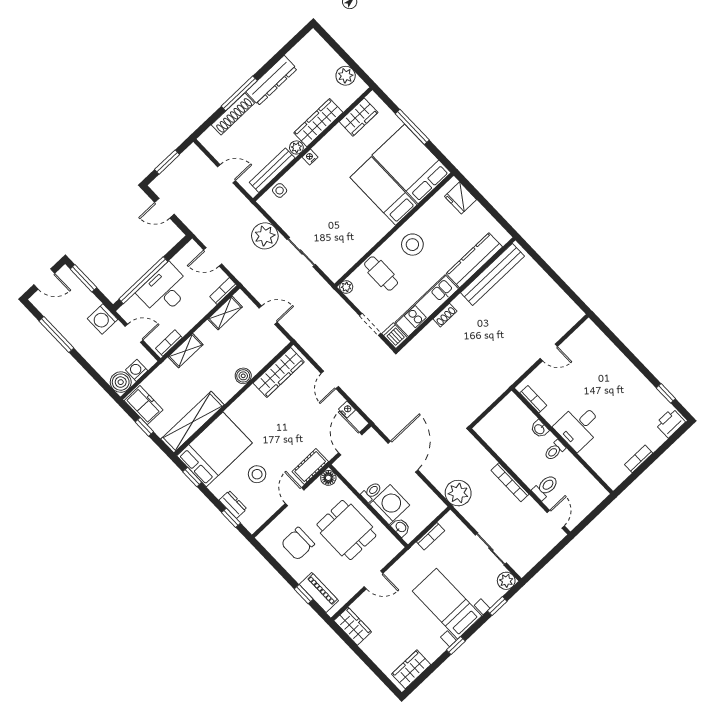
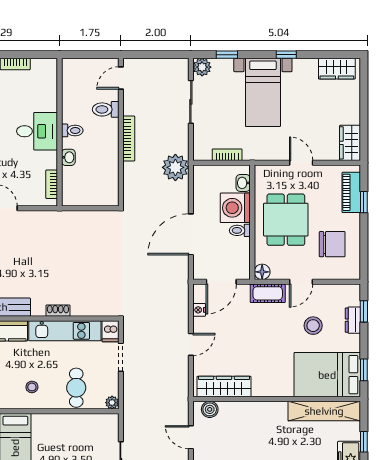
stool: (412, 245) -> (32, 387), width x0.53, depth x0.53
boiler: (243, 376) -> (210, 409), moved

